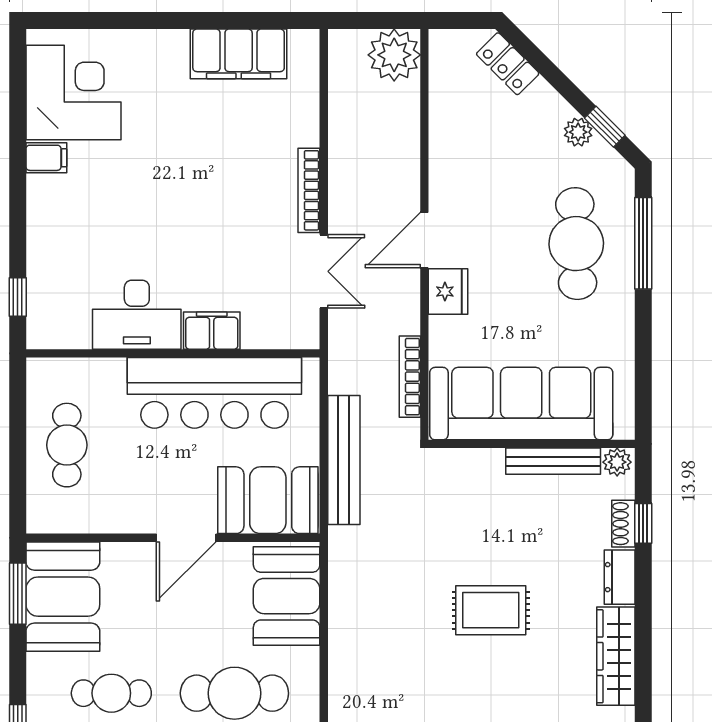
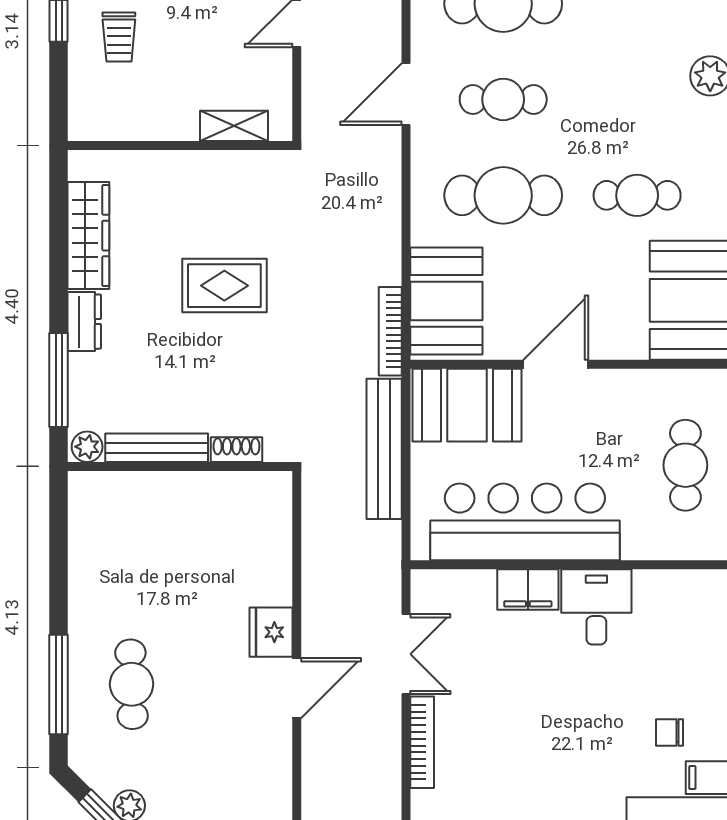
chair: (81, 199) -> (670, 733), added
cafe table: (576, 244) -> (132, 684), width x0.73, depth x0.74
double door: (324, 271) -> (406, 654), swing flipped
desk: (137, 315) -> (596, 607), width x0.73
bookcase: (410, 377) -> (390, 331), moved, turned 180
sofa: (521, 404) -> (191, 510), removed
window: (643, 523) -> (59, 380), width x2.17
shoe rack: (623, 524) -> (236, 450), moved, turned -90

